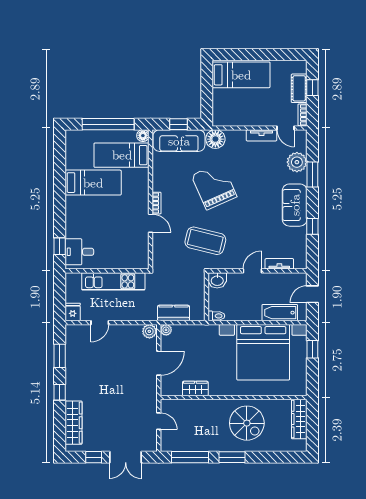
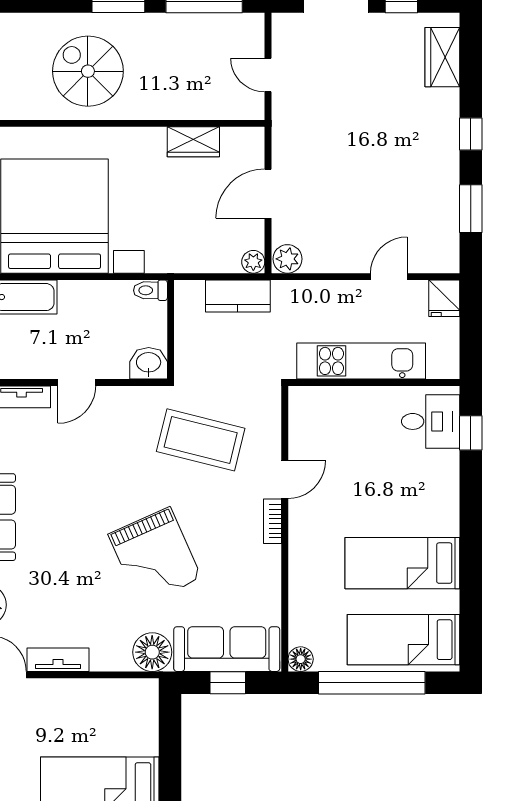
bed: (122, 155) -> (404, 640), moved, turned 180
door: (151, 223) -> (285, 480), swing flipped
coffee table: (205, 241) -> (201, 440), moved
wardrobe: (74, 423) -> (442, 57), width x0.67

